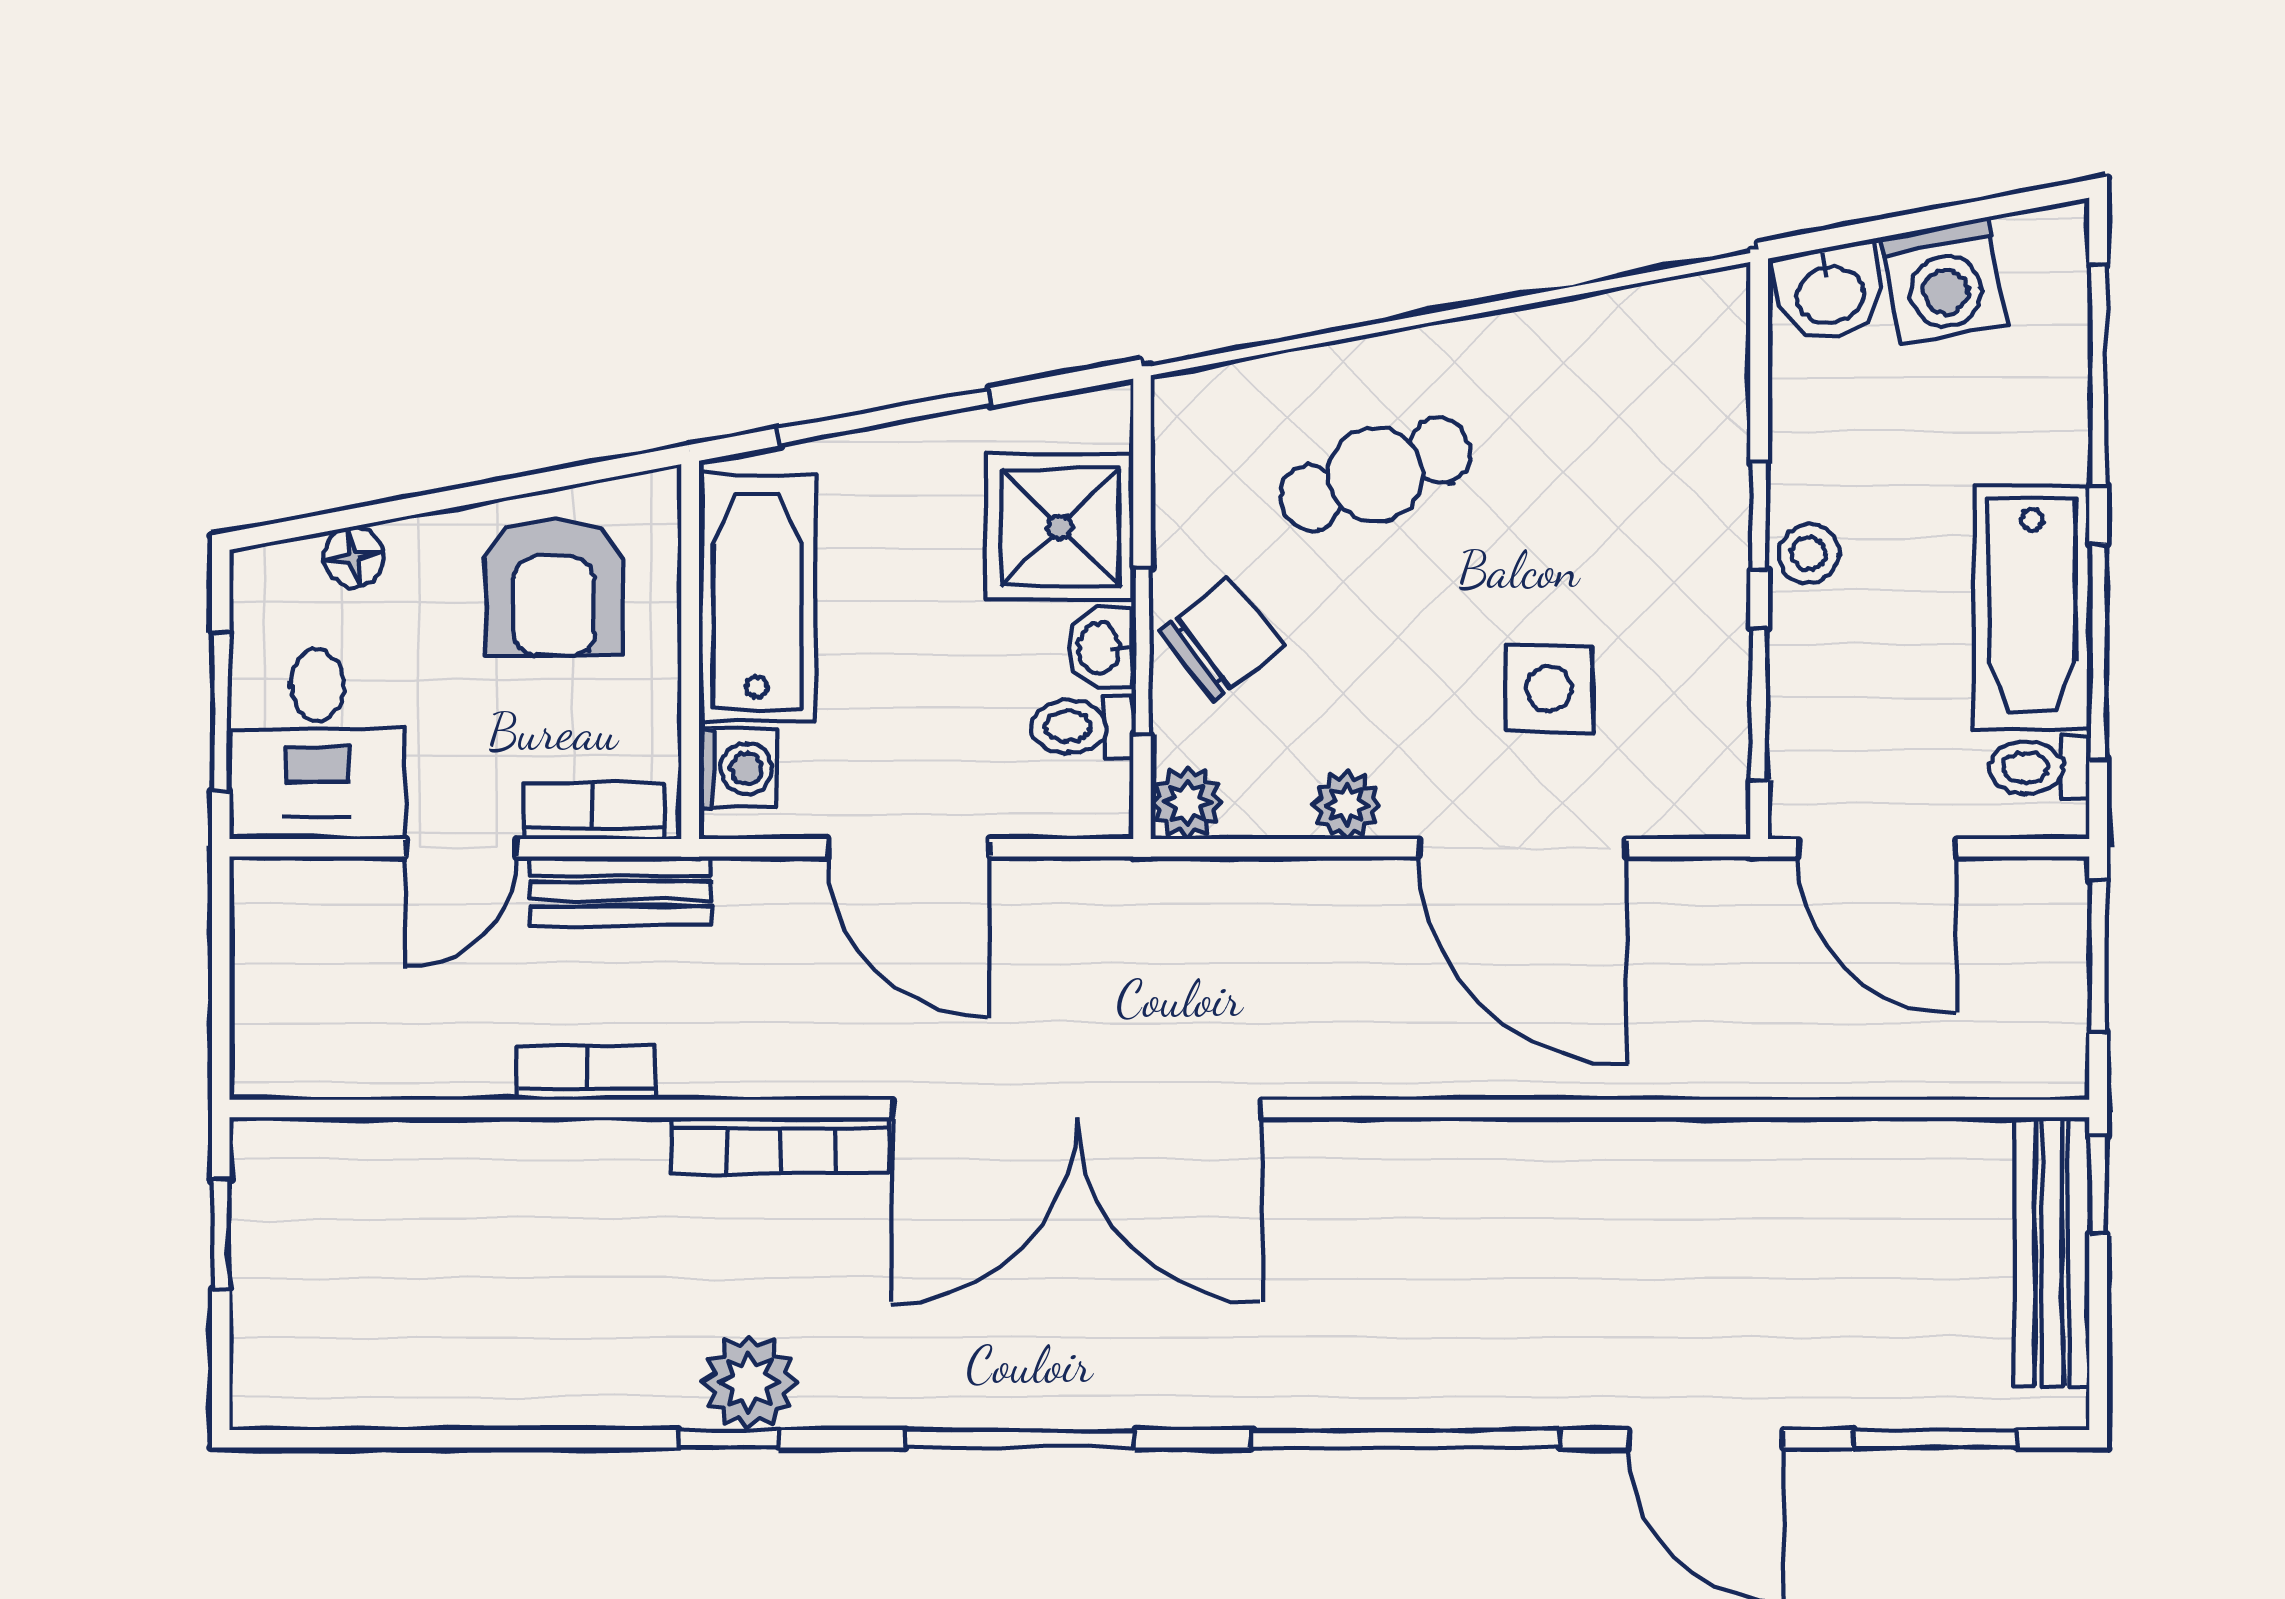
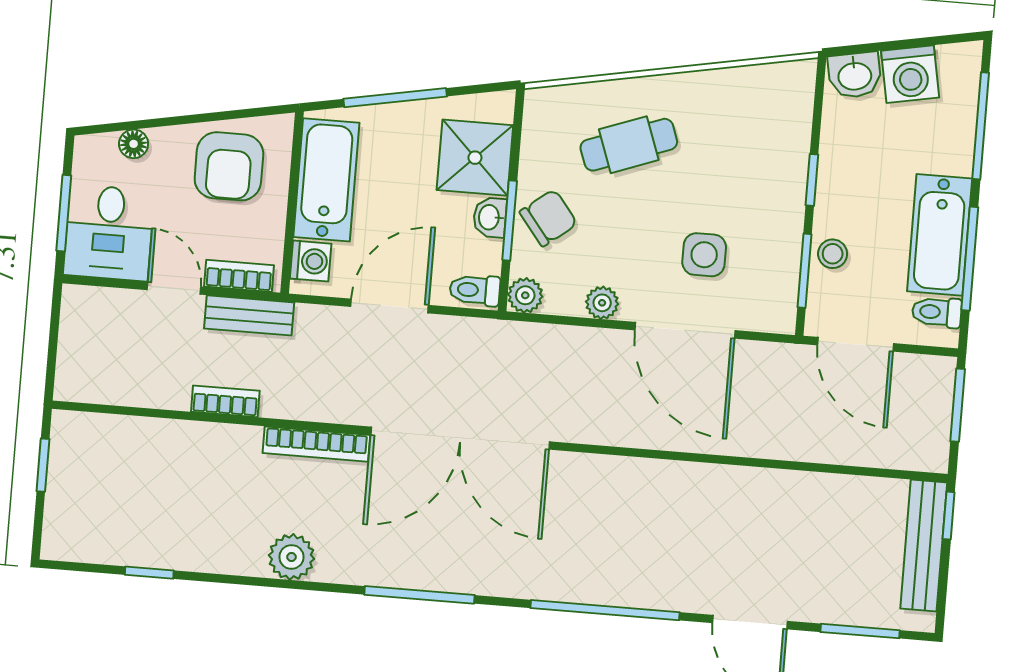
stool: (1809, 554) -> (833, 254), moved
toilet: (1082, 727) -> (475, 290), moved
door: (461, 848) -> (174, 288), swing flipped
door: (909, 848) -> (390, 306), swing flipped
window: (728, 1439) -> (149, 573), moved

